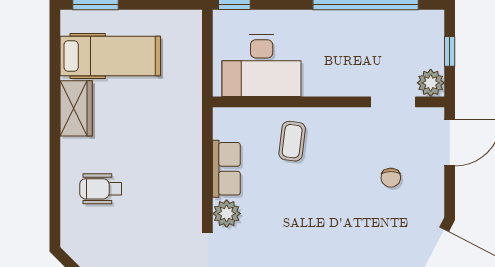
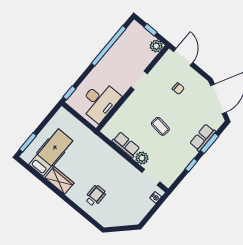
doorway: (393, 102) -> (139, 80), moved
coffee table: (292, 141) -> (160, 126), moved
wheelchair: (101, 189) -> (95, 196), turned 180

